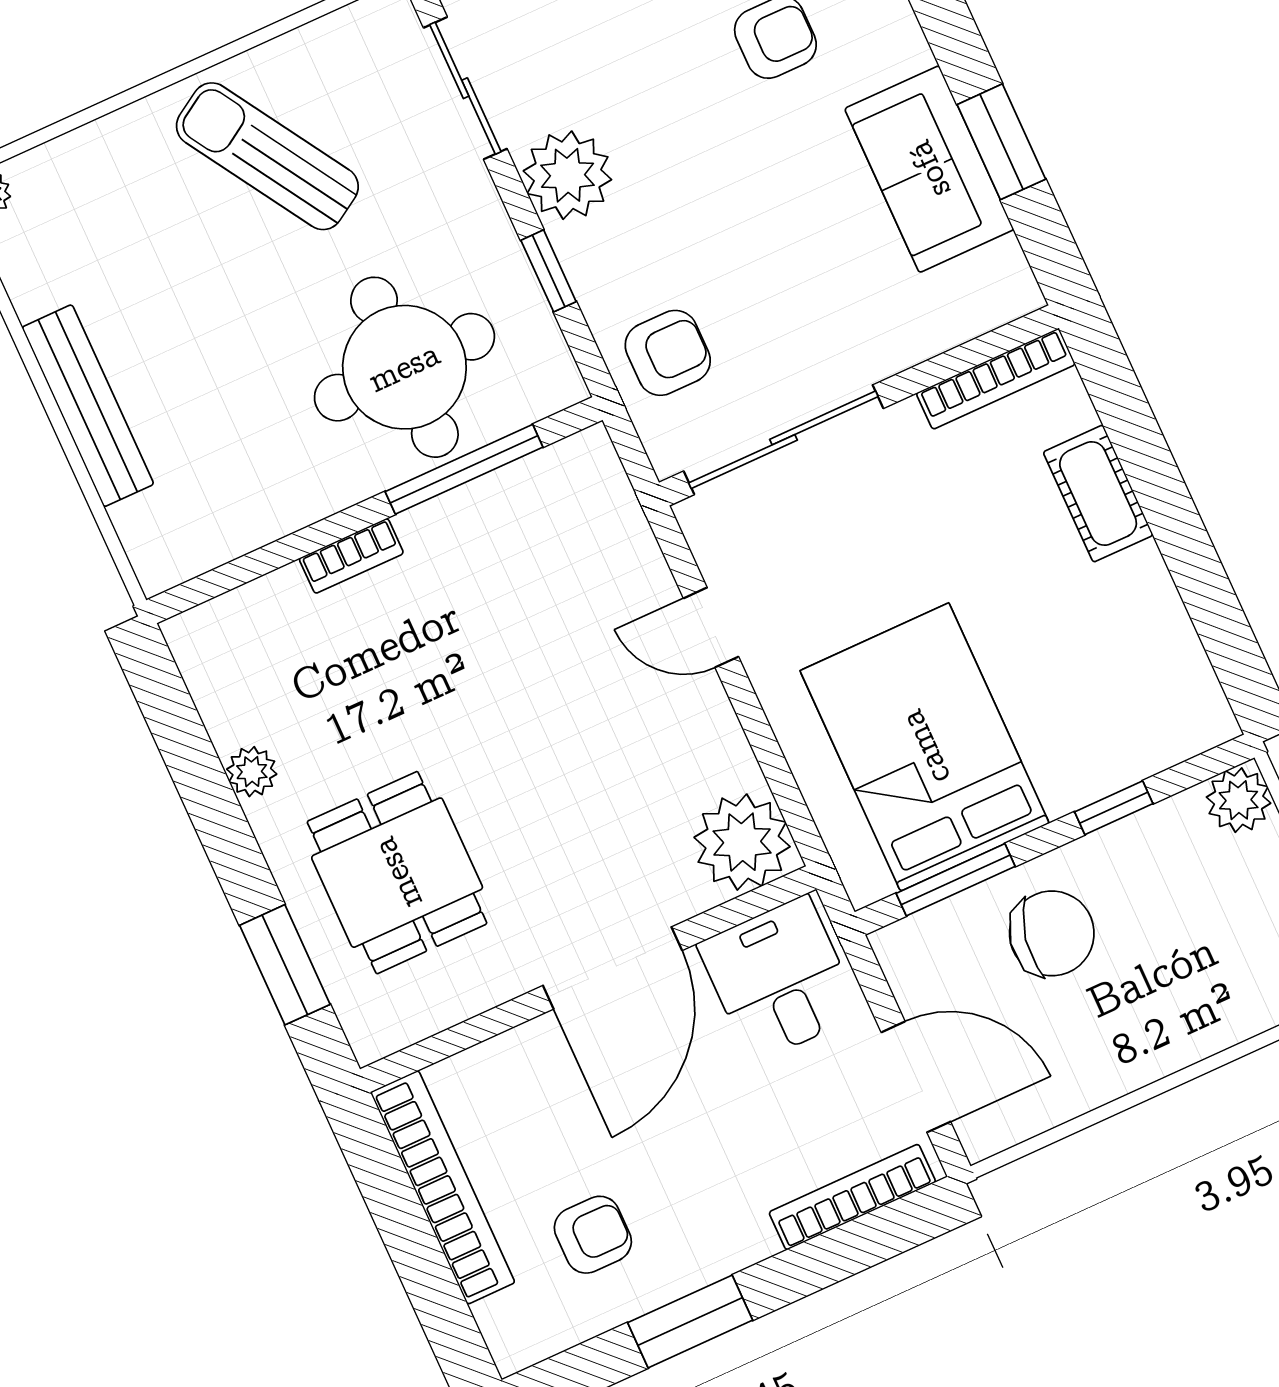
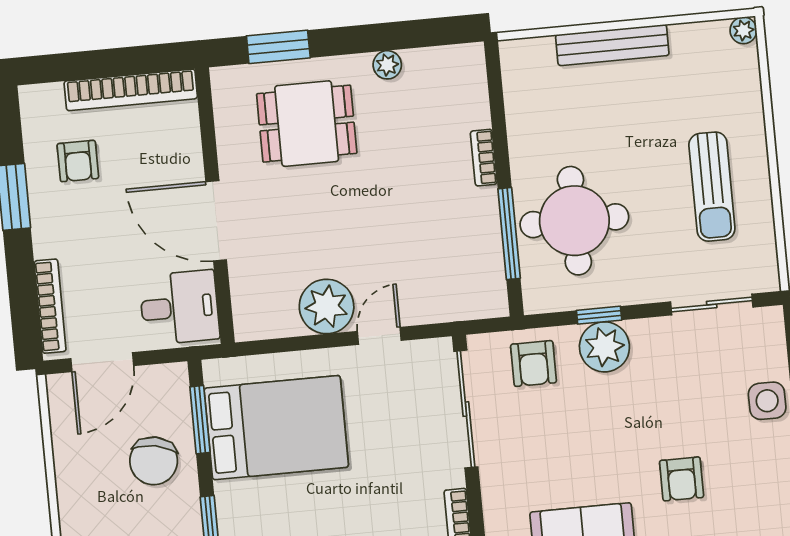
sun lounger: (267, 156) -> (712, 187), turned 122
plant: (567, 175) -> (604, 347), moved
plant: (742, 842) -> (327, 307), moved

